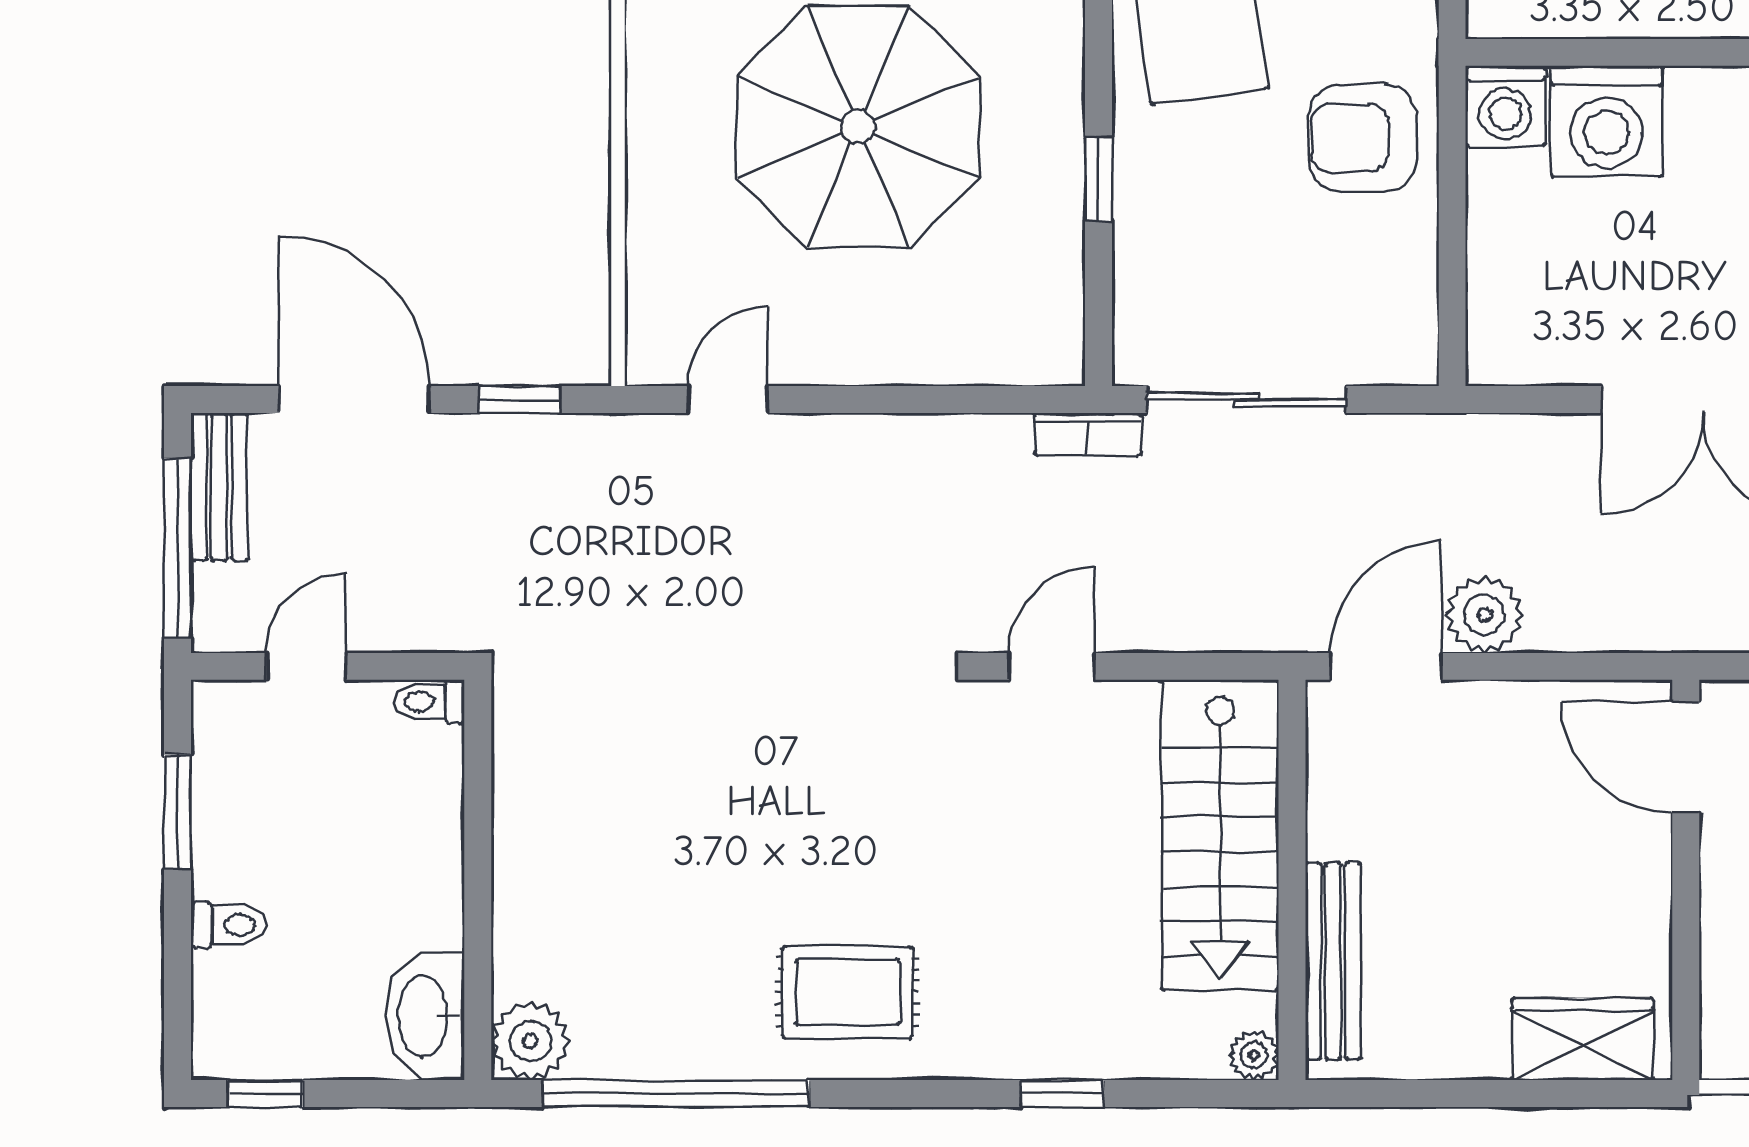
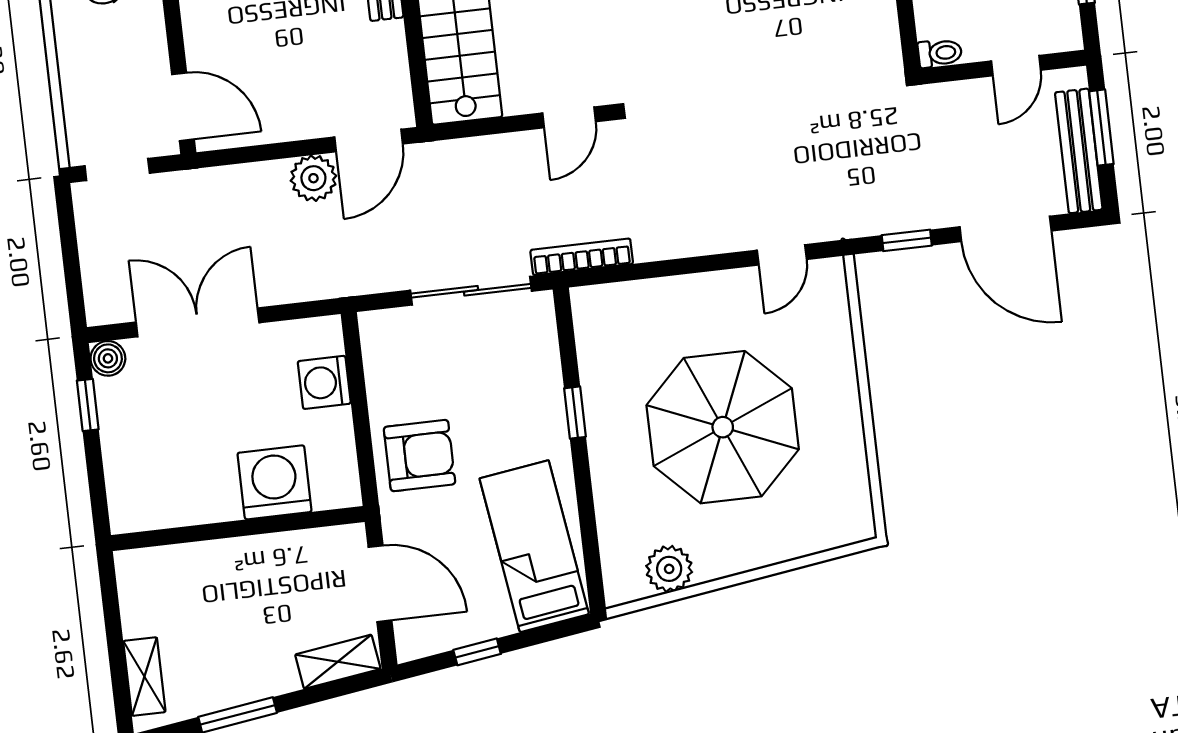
washing machine: (1505, 106) -> (324, 382), moved, turned -90
bookcase: (1088, 434) -> (582, 257), width x1.56
bench: (219, 487) -> (1079, 151), width x1.36
window: (177, 548) -> (1101, 128), width x0.69

